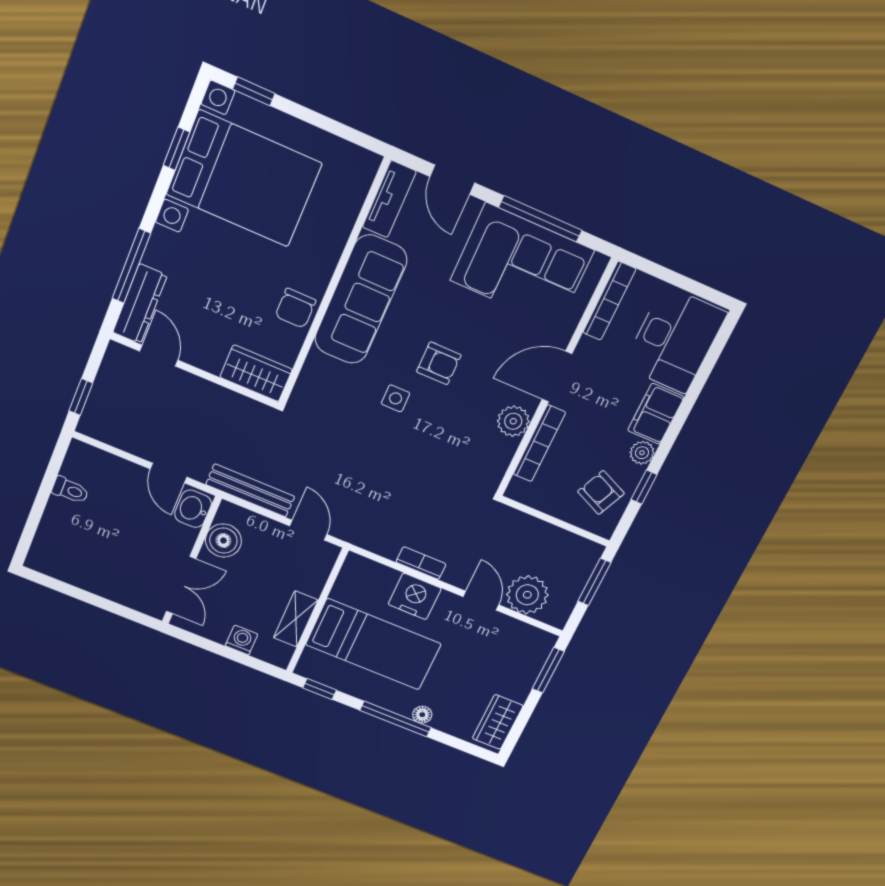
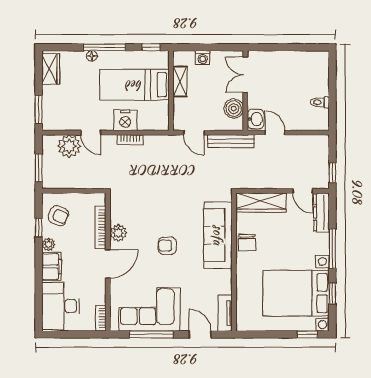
window: (131, 266) -> (332, 249), moved
sofa: (361, 300) -> (218, 235), moved
bookcase: (609, 301) -> (101, 318), width x0.64
chair: (295, 308) -> (247, 243), turned 180
wardrobe: (256, 373) -> (261, 202), width x1.50
window: (81, 397) -> (332, 173), moved
side table: (396, 398) -> (180, 219), removed

